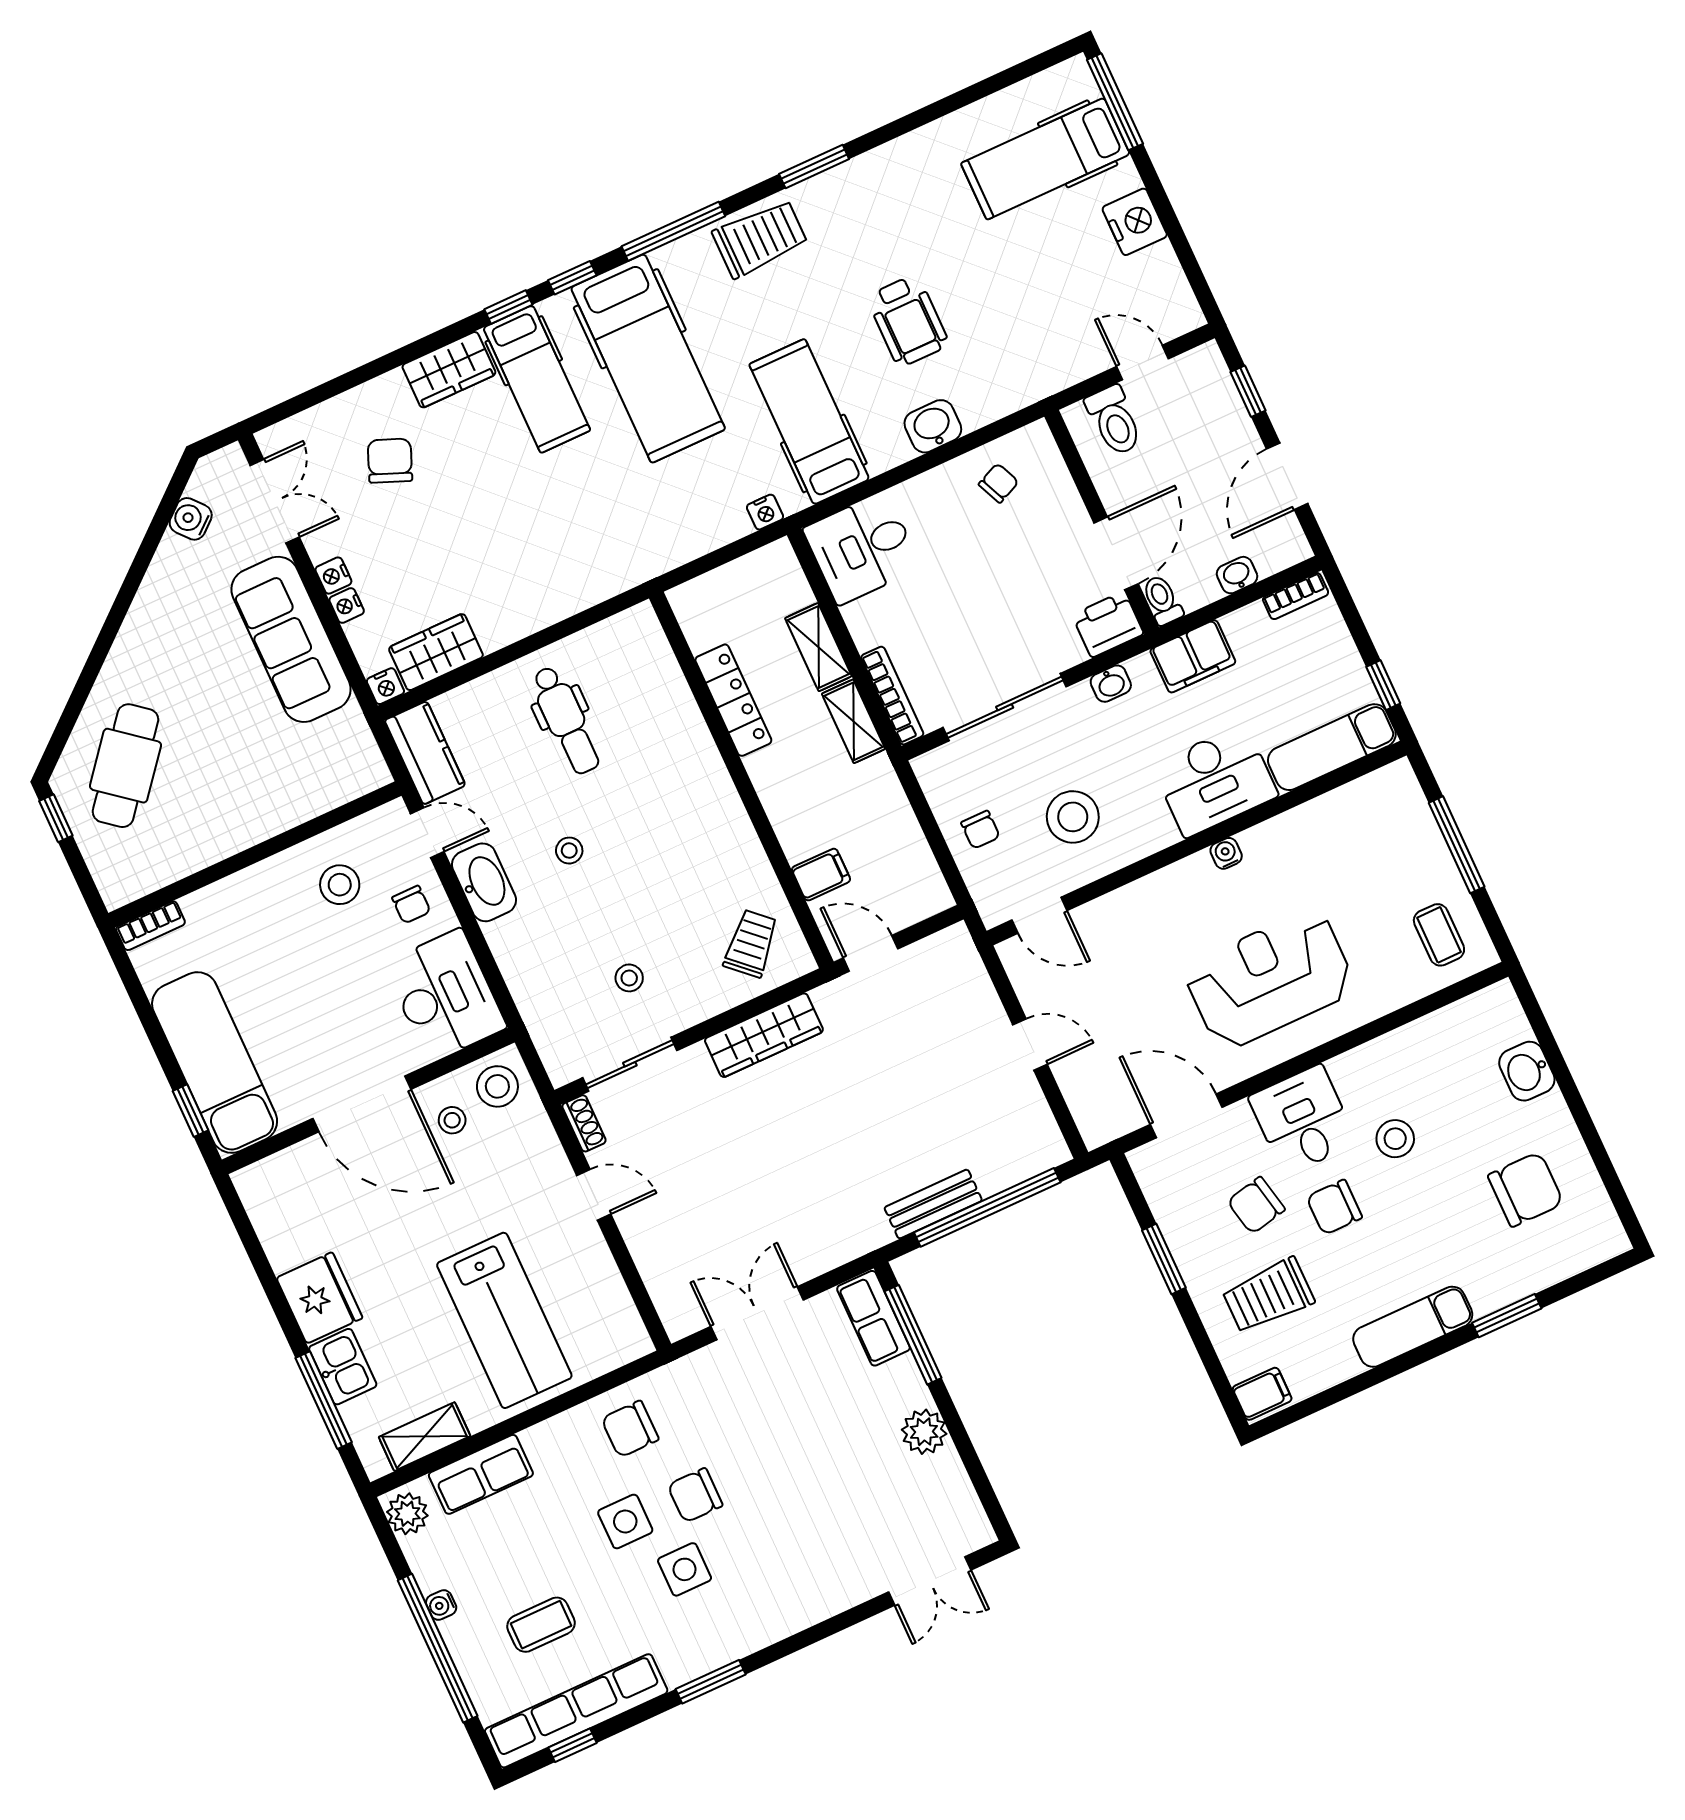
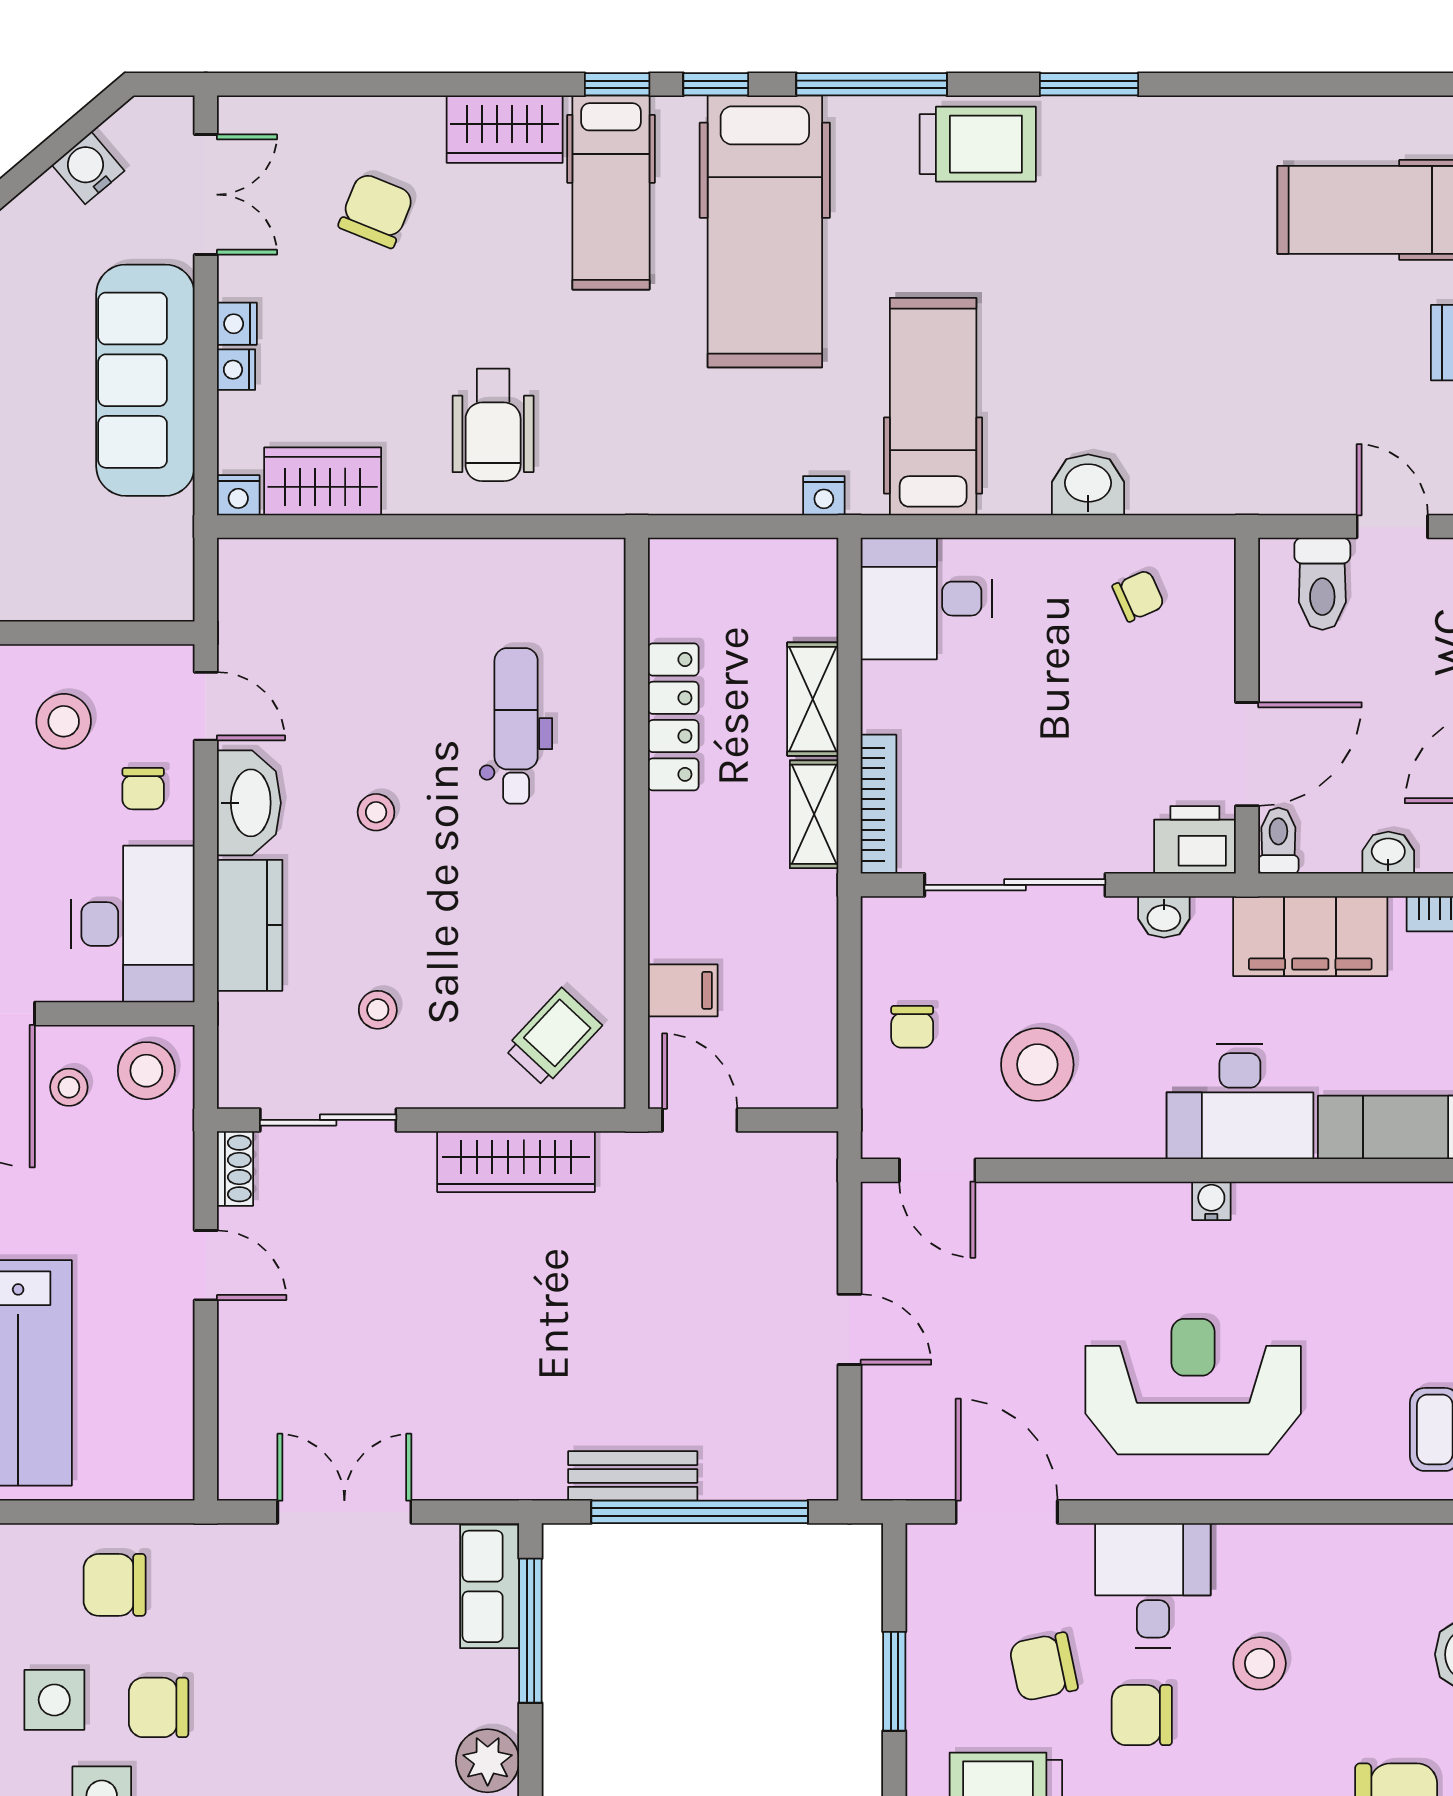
wheelchair: (908, 321) -> (493, 425), moved
filing cabinet: (1193, 656) -> (1310, 936), width x1.50, depth x1.17
dental chair: (566, 720) -> (516, 726), moved, turned 180
kitchen counter: (425, 753) -> (250, 925), moved

